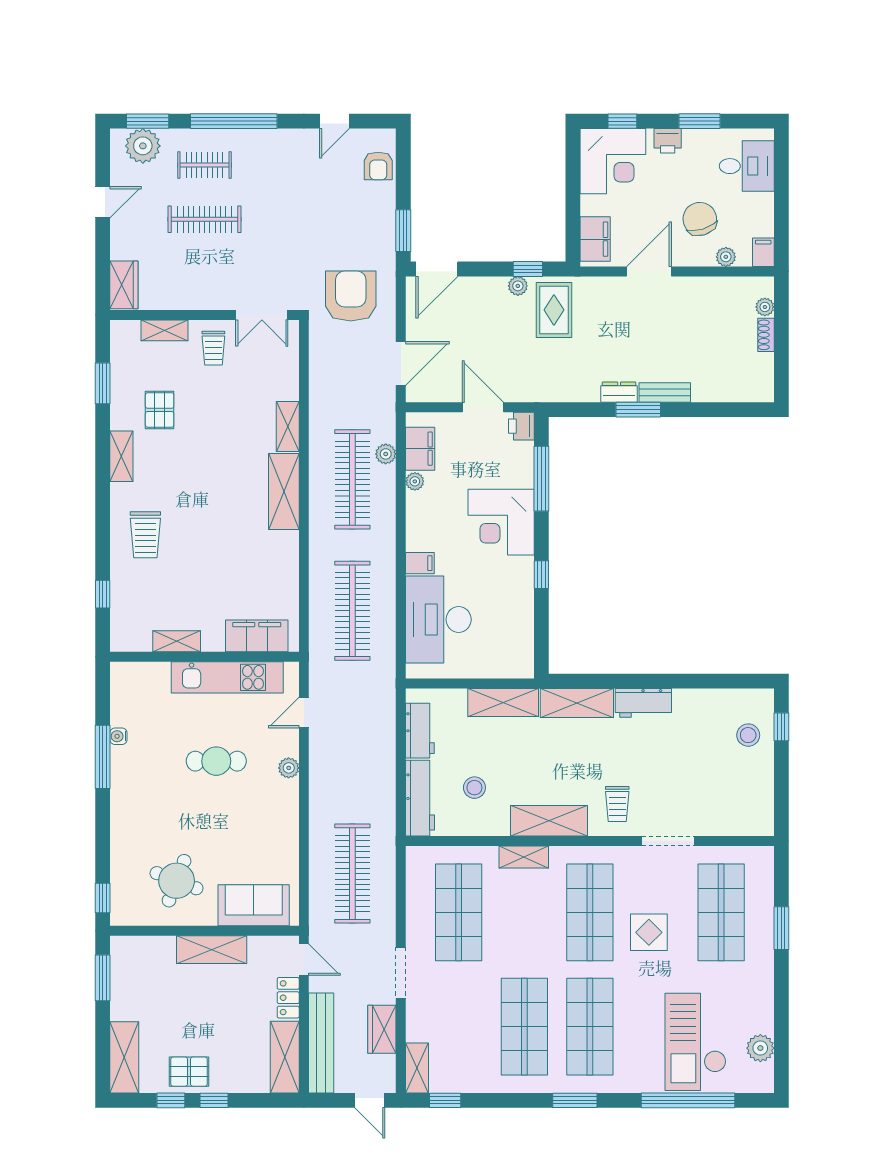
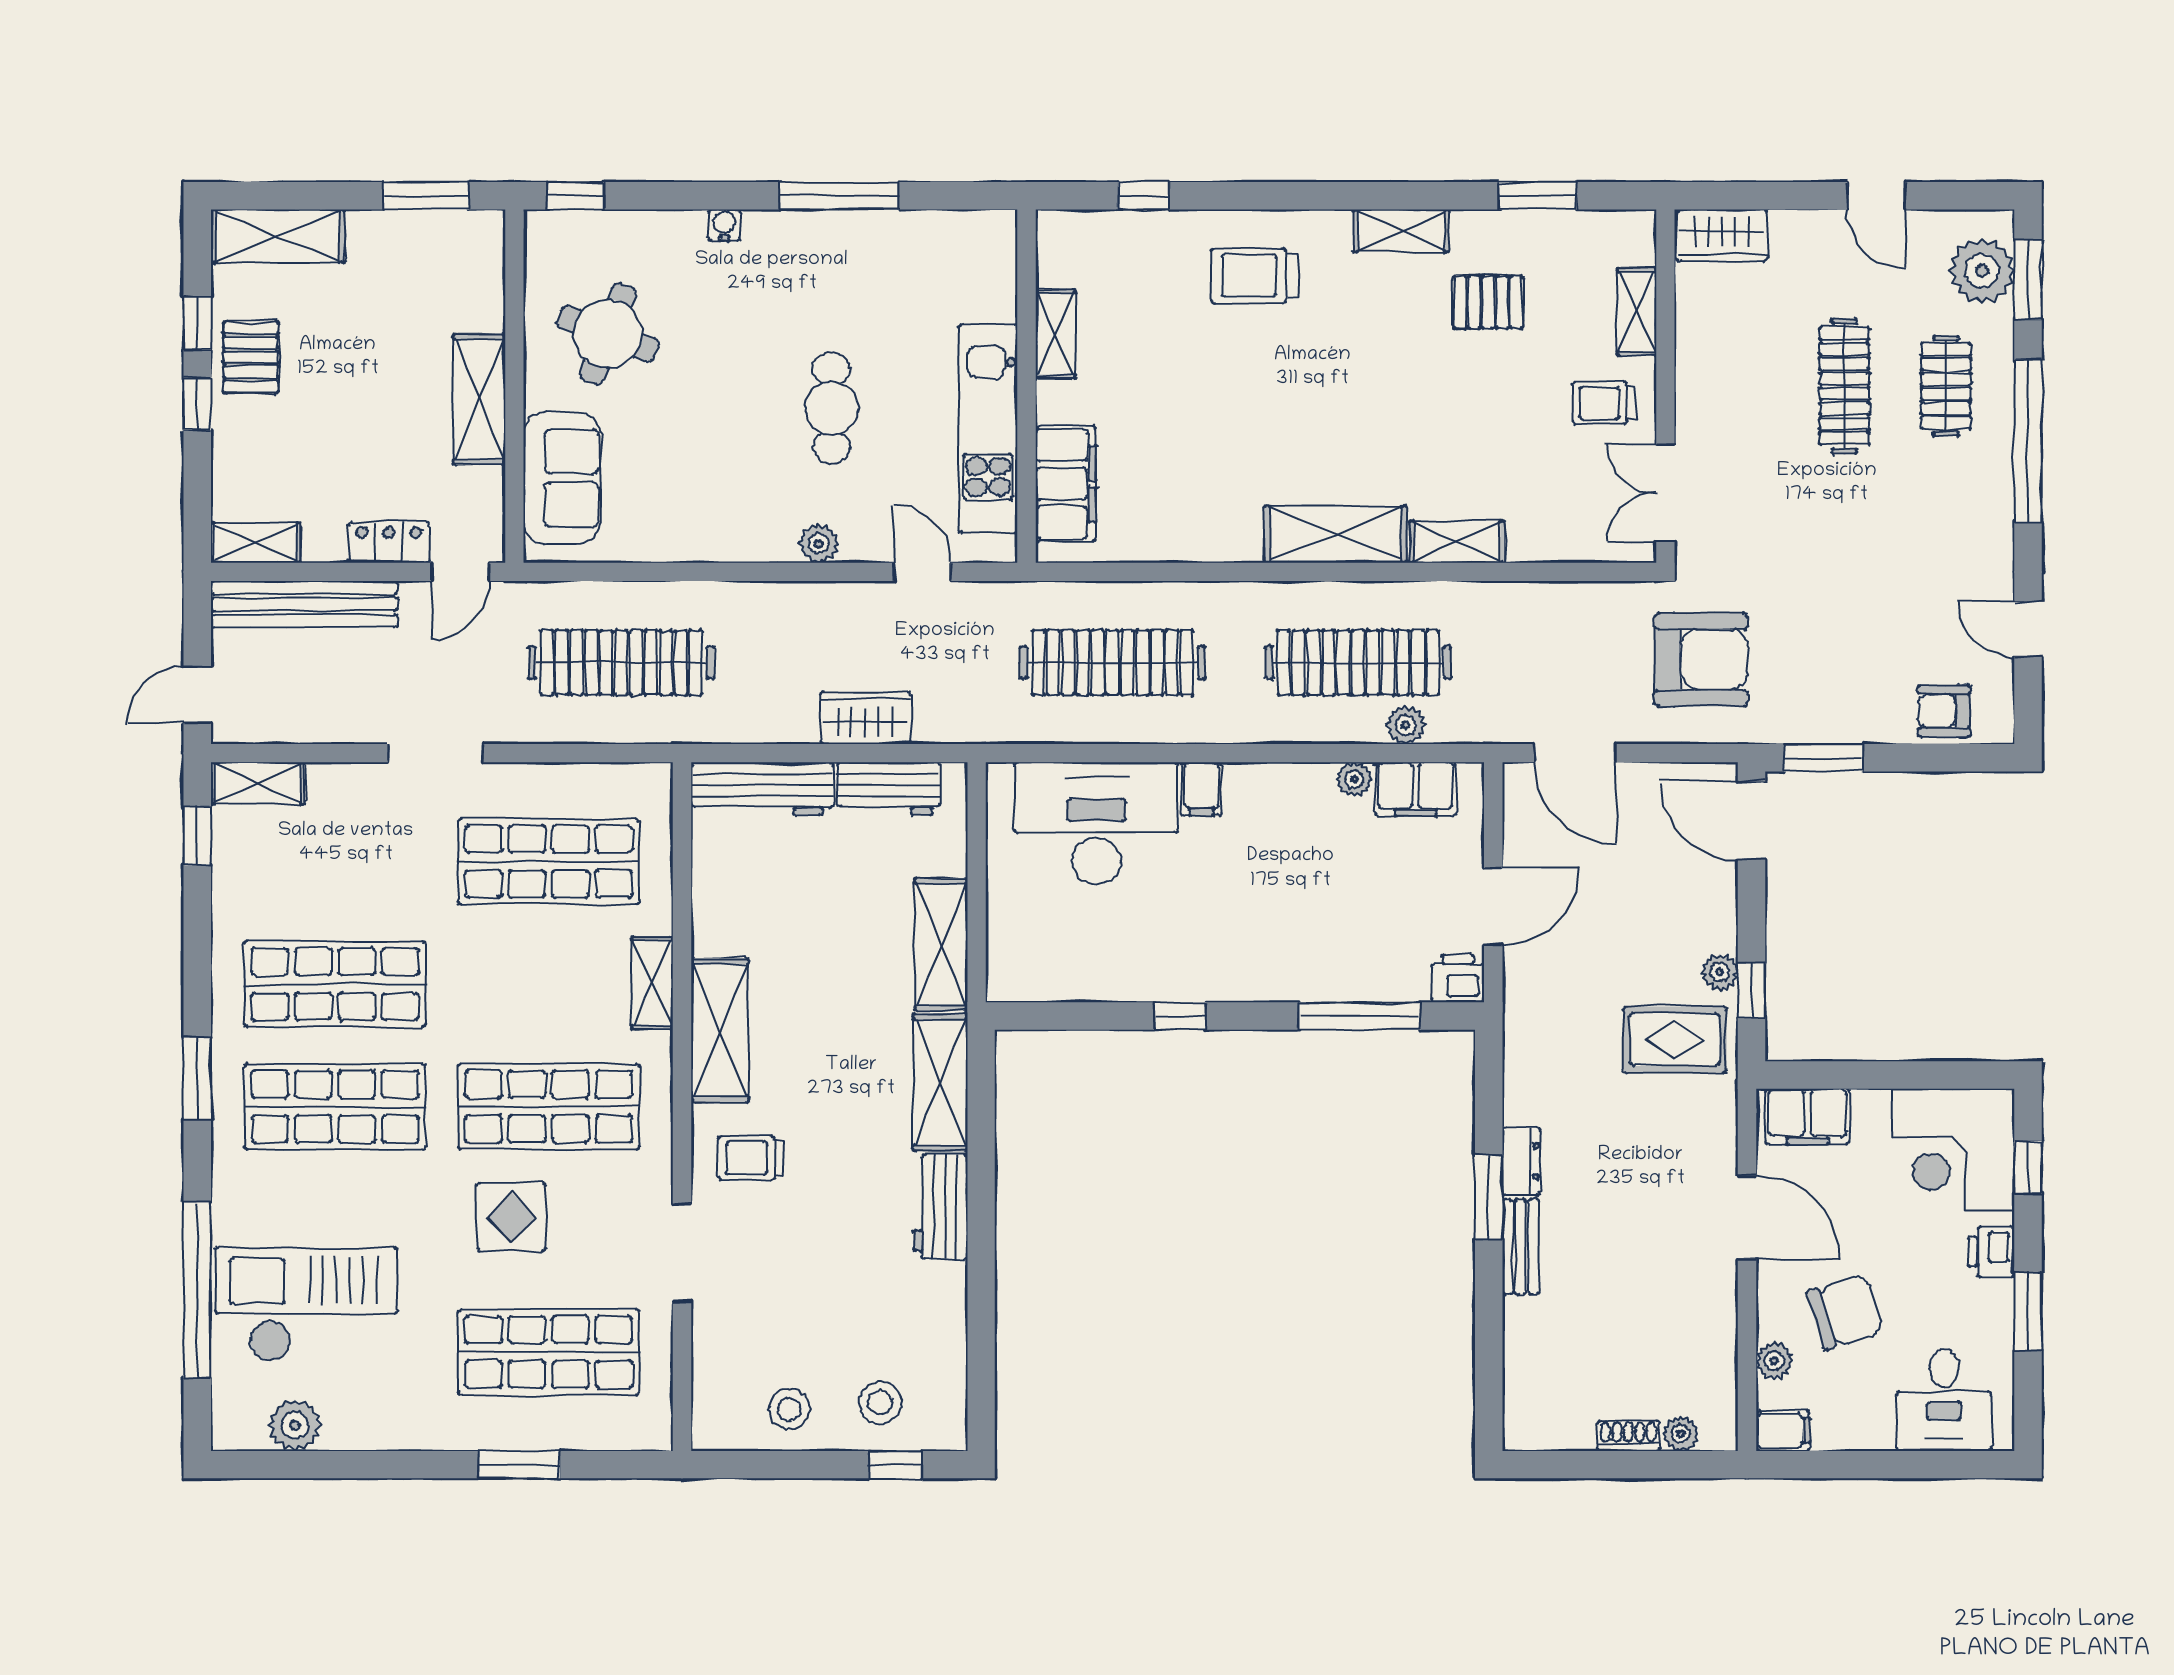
corner desk: (501, 522) -> (1278, 941), removed
water cooler: (118, 736) -> (724, 225), moved
stool: (474, 788) -> (789, 1409), moved
wardrobe: (382, 1029) -> (866, 718), moved
shelving: (285, 1057) -> (256, 543), width x0.67, depth x0.75

